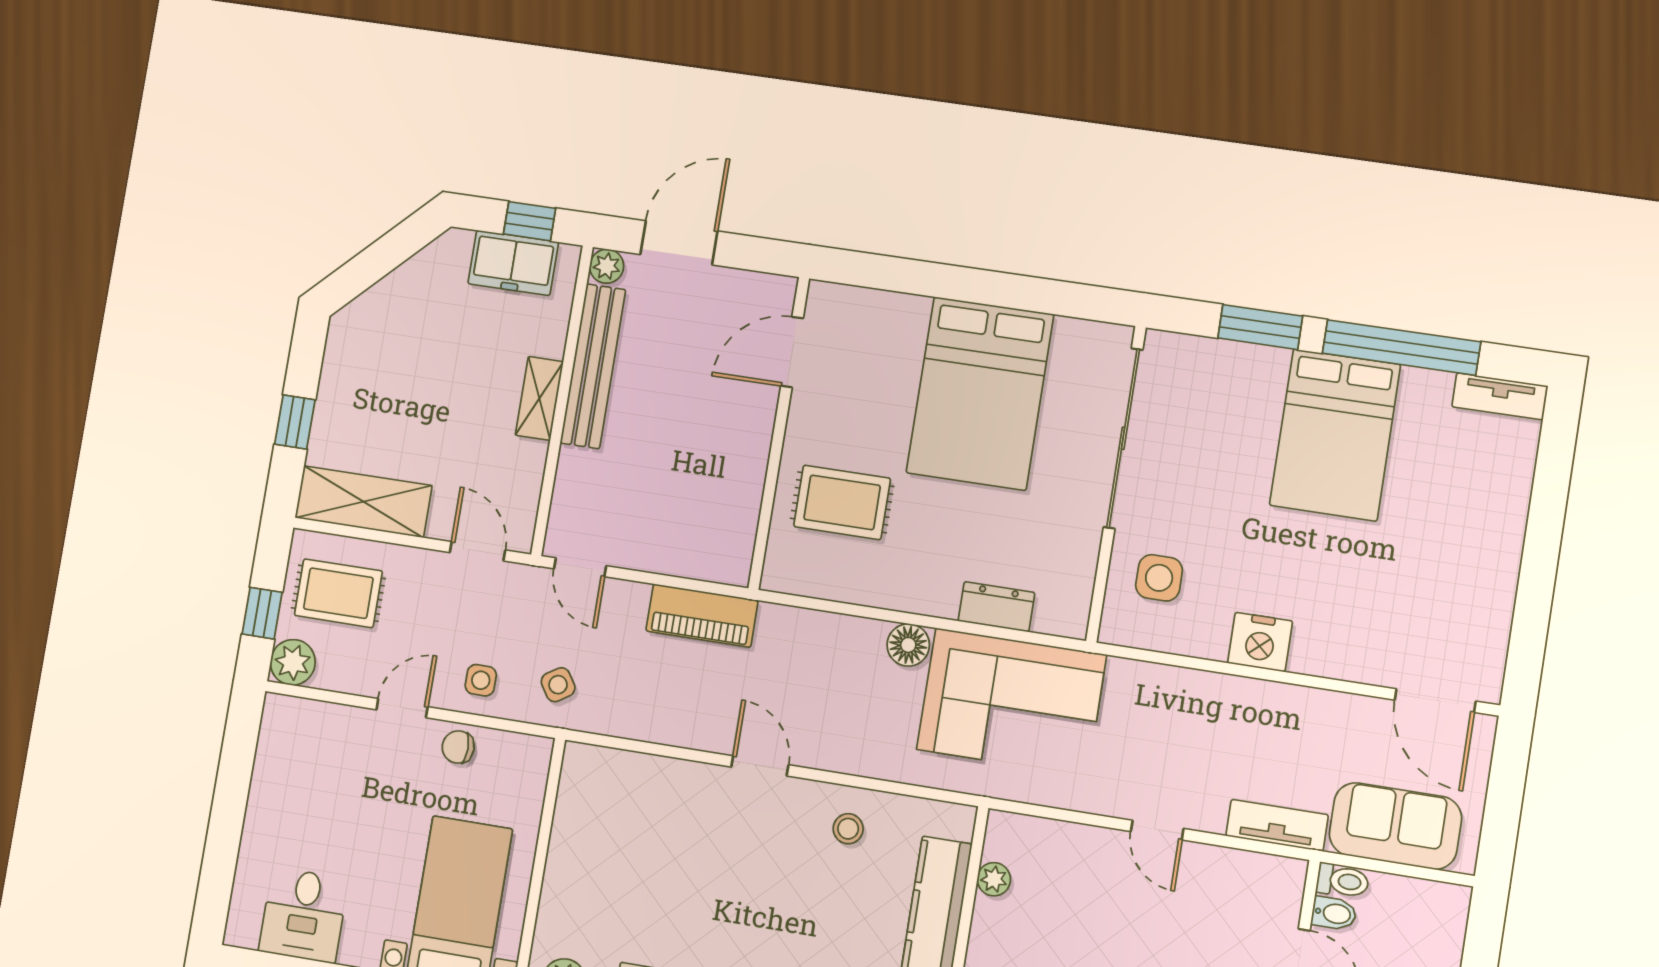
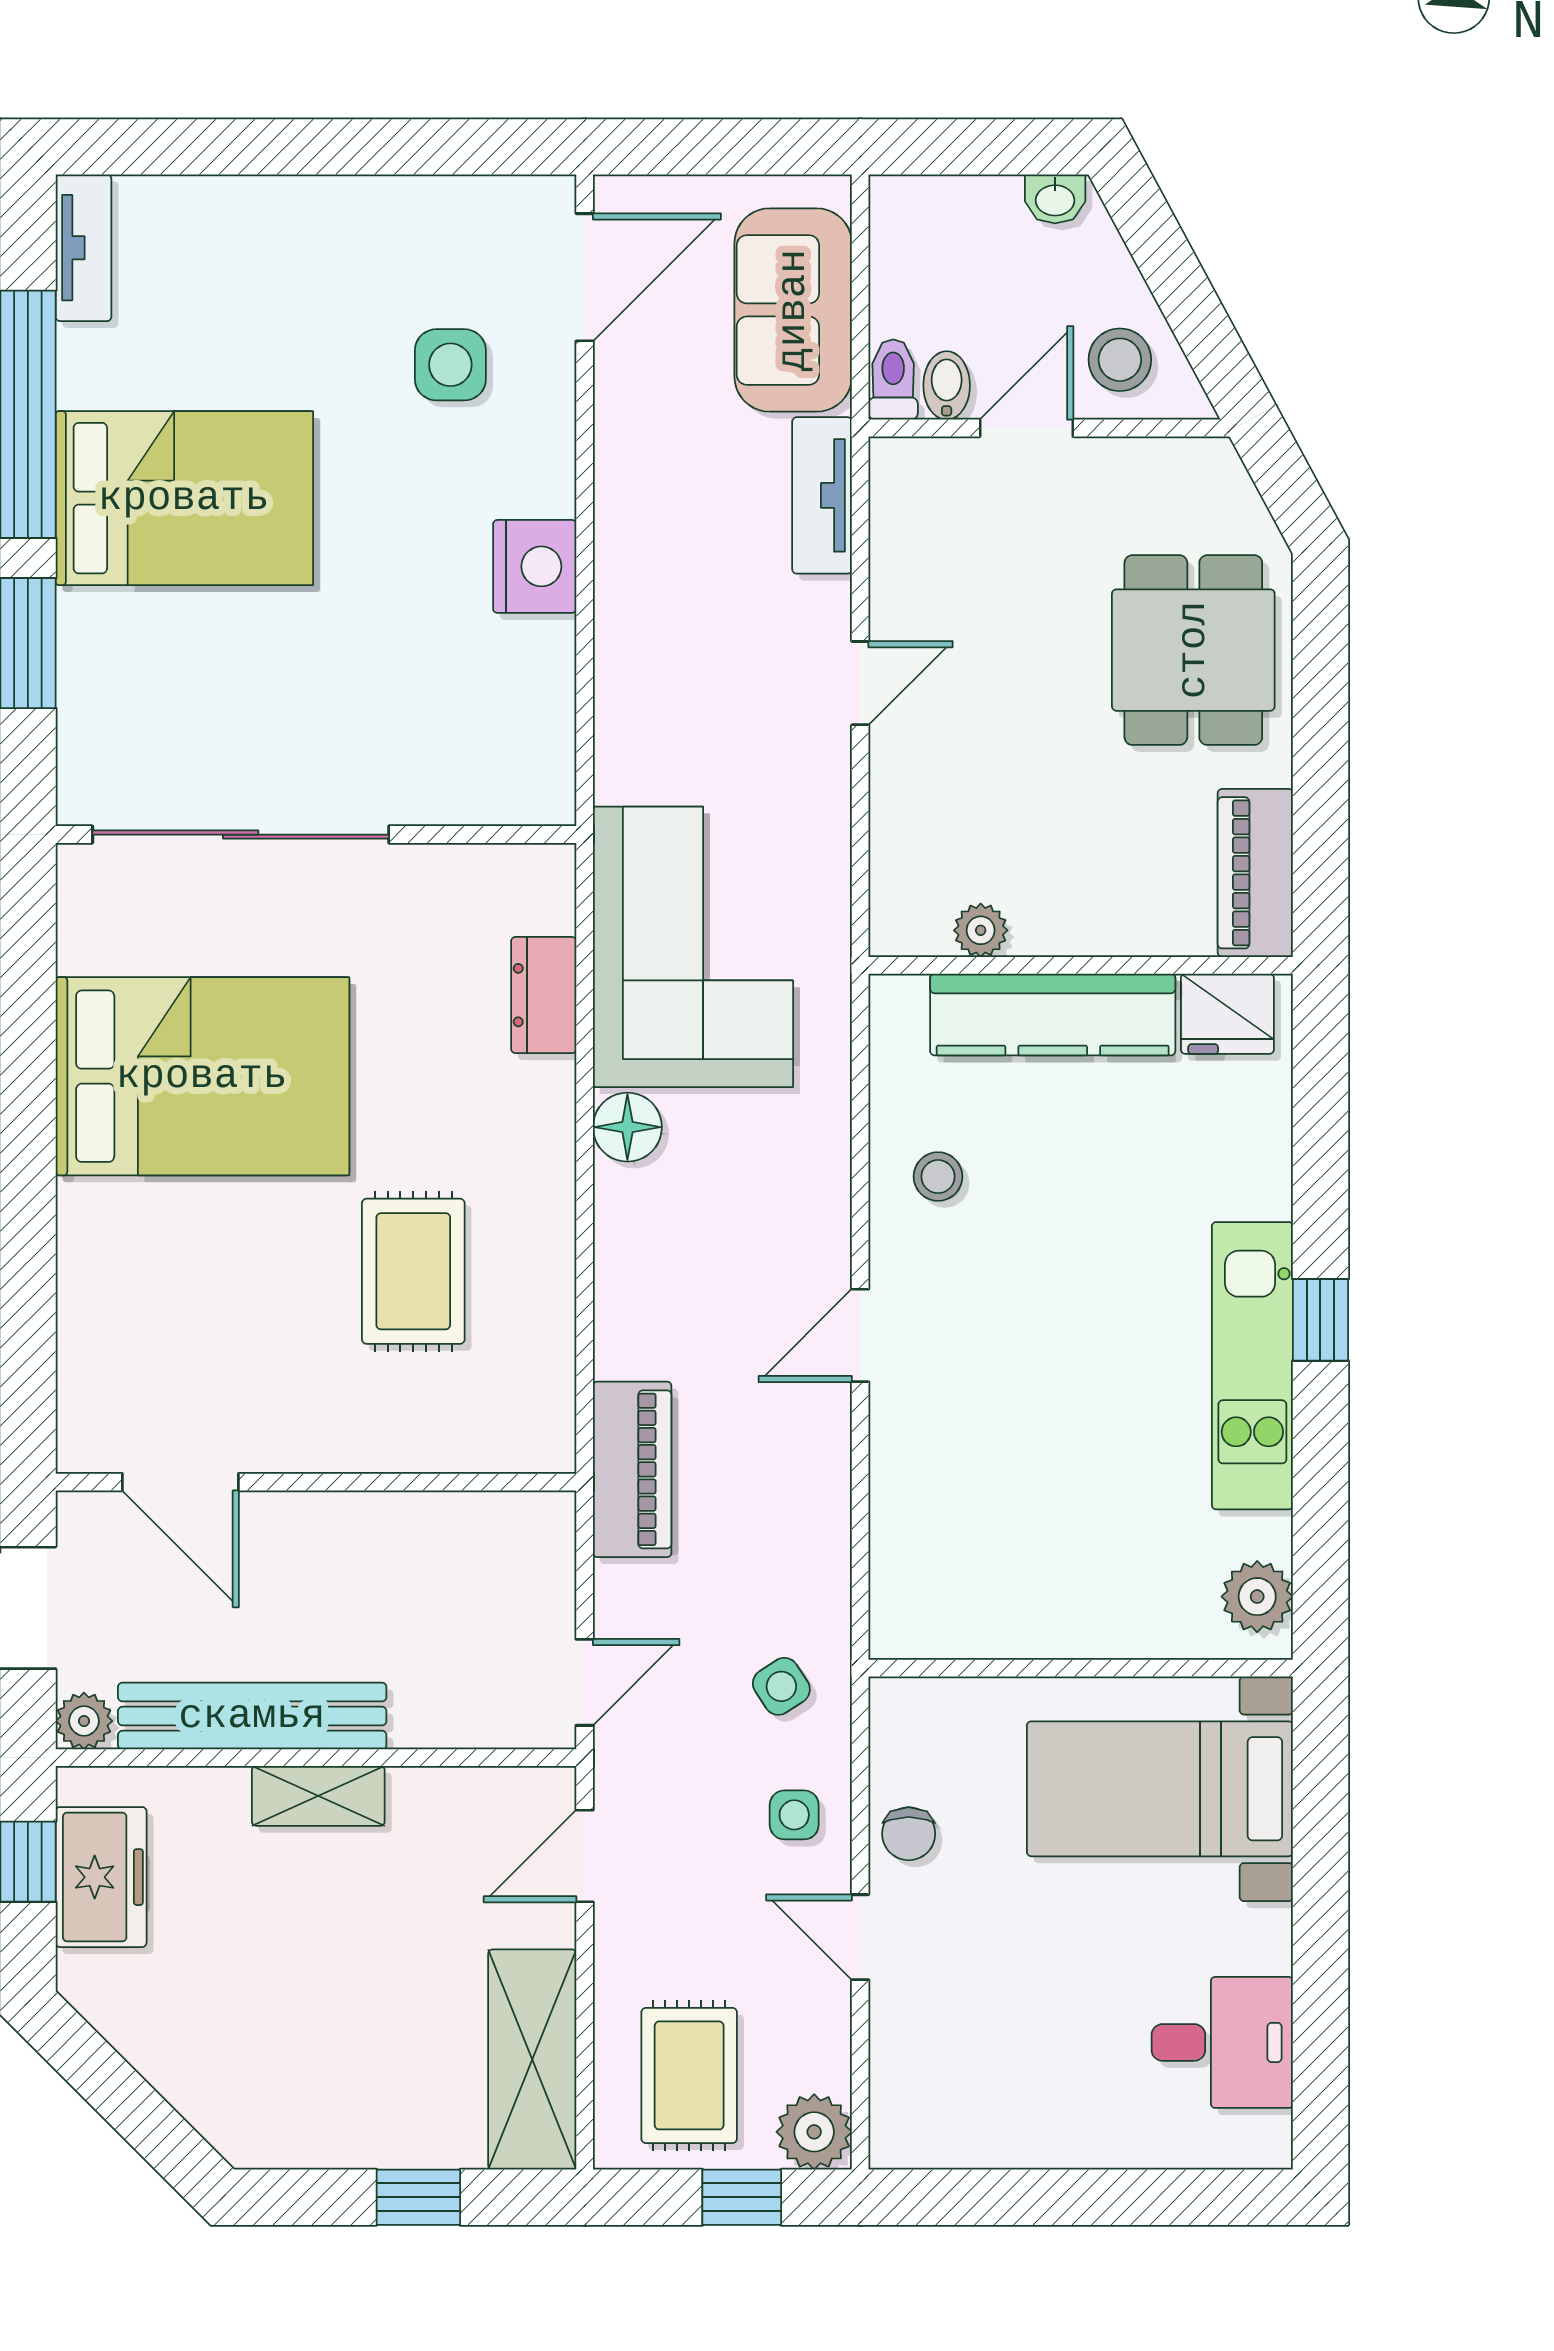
door: (792, 352) -> (180, 1482), moved
wall: (779, 433) -> (316, 1482), moved
side table: (1159, 578) -> (450, 365), moved

